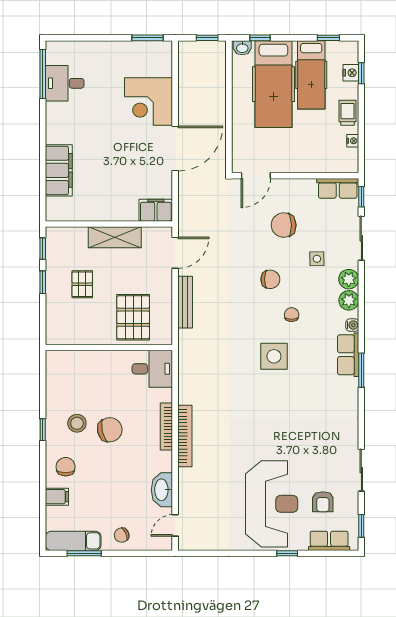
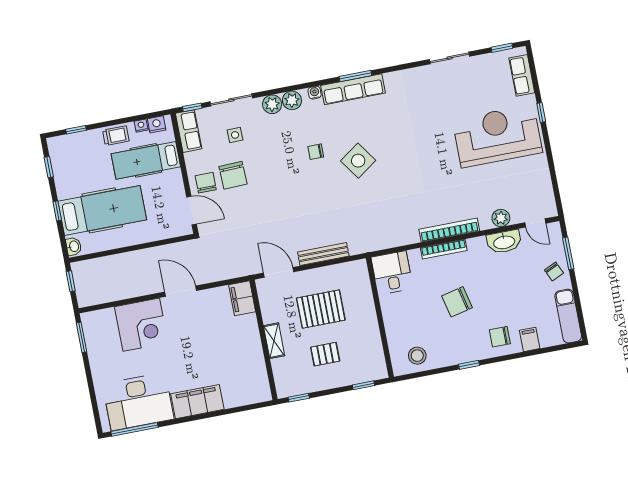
window: (260, 38) -> (57, 211), moved
nightstand: (351, 73) -> (157, 124), moved
hospital bed: (311, 75) -> (146, 160), moved, turned 180
desk: (65, 83) -> (138, 402), width x1.87, depth x1.30
trolley: (347, 113) -> (116, 136), turned 180
door: (175, 149) -> (181, 291), width x0.73
filing cabinet: (59, 170) -> (197, 402), moved
shelving: (115, 237) -> (274, 341), width x0.67, depth x0.75
side table: (317, 259) -> (235, 135), moved
chair: (270, 279) -> (206, 183), moved
window: (43, 282) -> (363, 385), moved
pallet: (133, 317) -> (321, 309), moved
row of seats: (348, 355) -> (353, 89), width x1.48
side table: (274, 356) -> (358, 161), turned -35
stool: (77, 423) -> (417, 356), moved
chair: (110, 430) -> (457, 302), turned -89
plant: (187, 491) -> (501, 218), added
armchair: (323, 502) -> (486, 88), removed
window: (84, 553) -> (568, 253), moved

